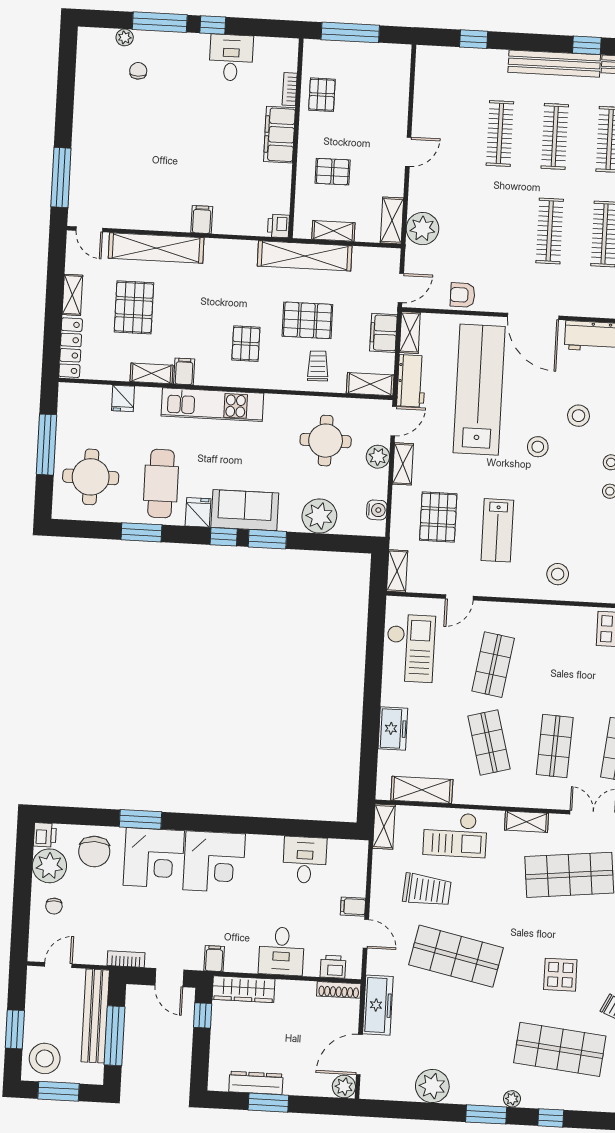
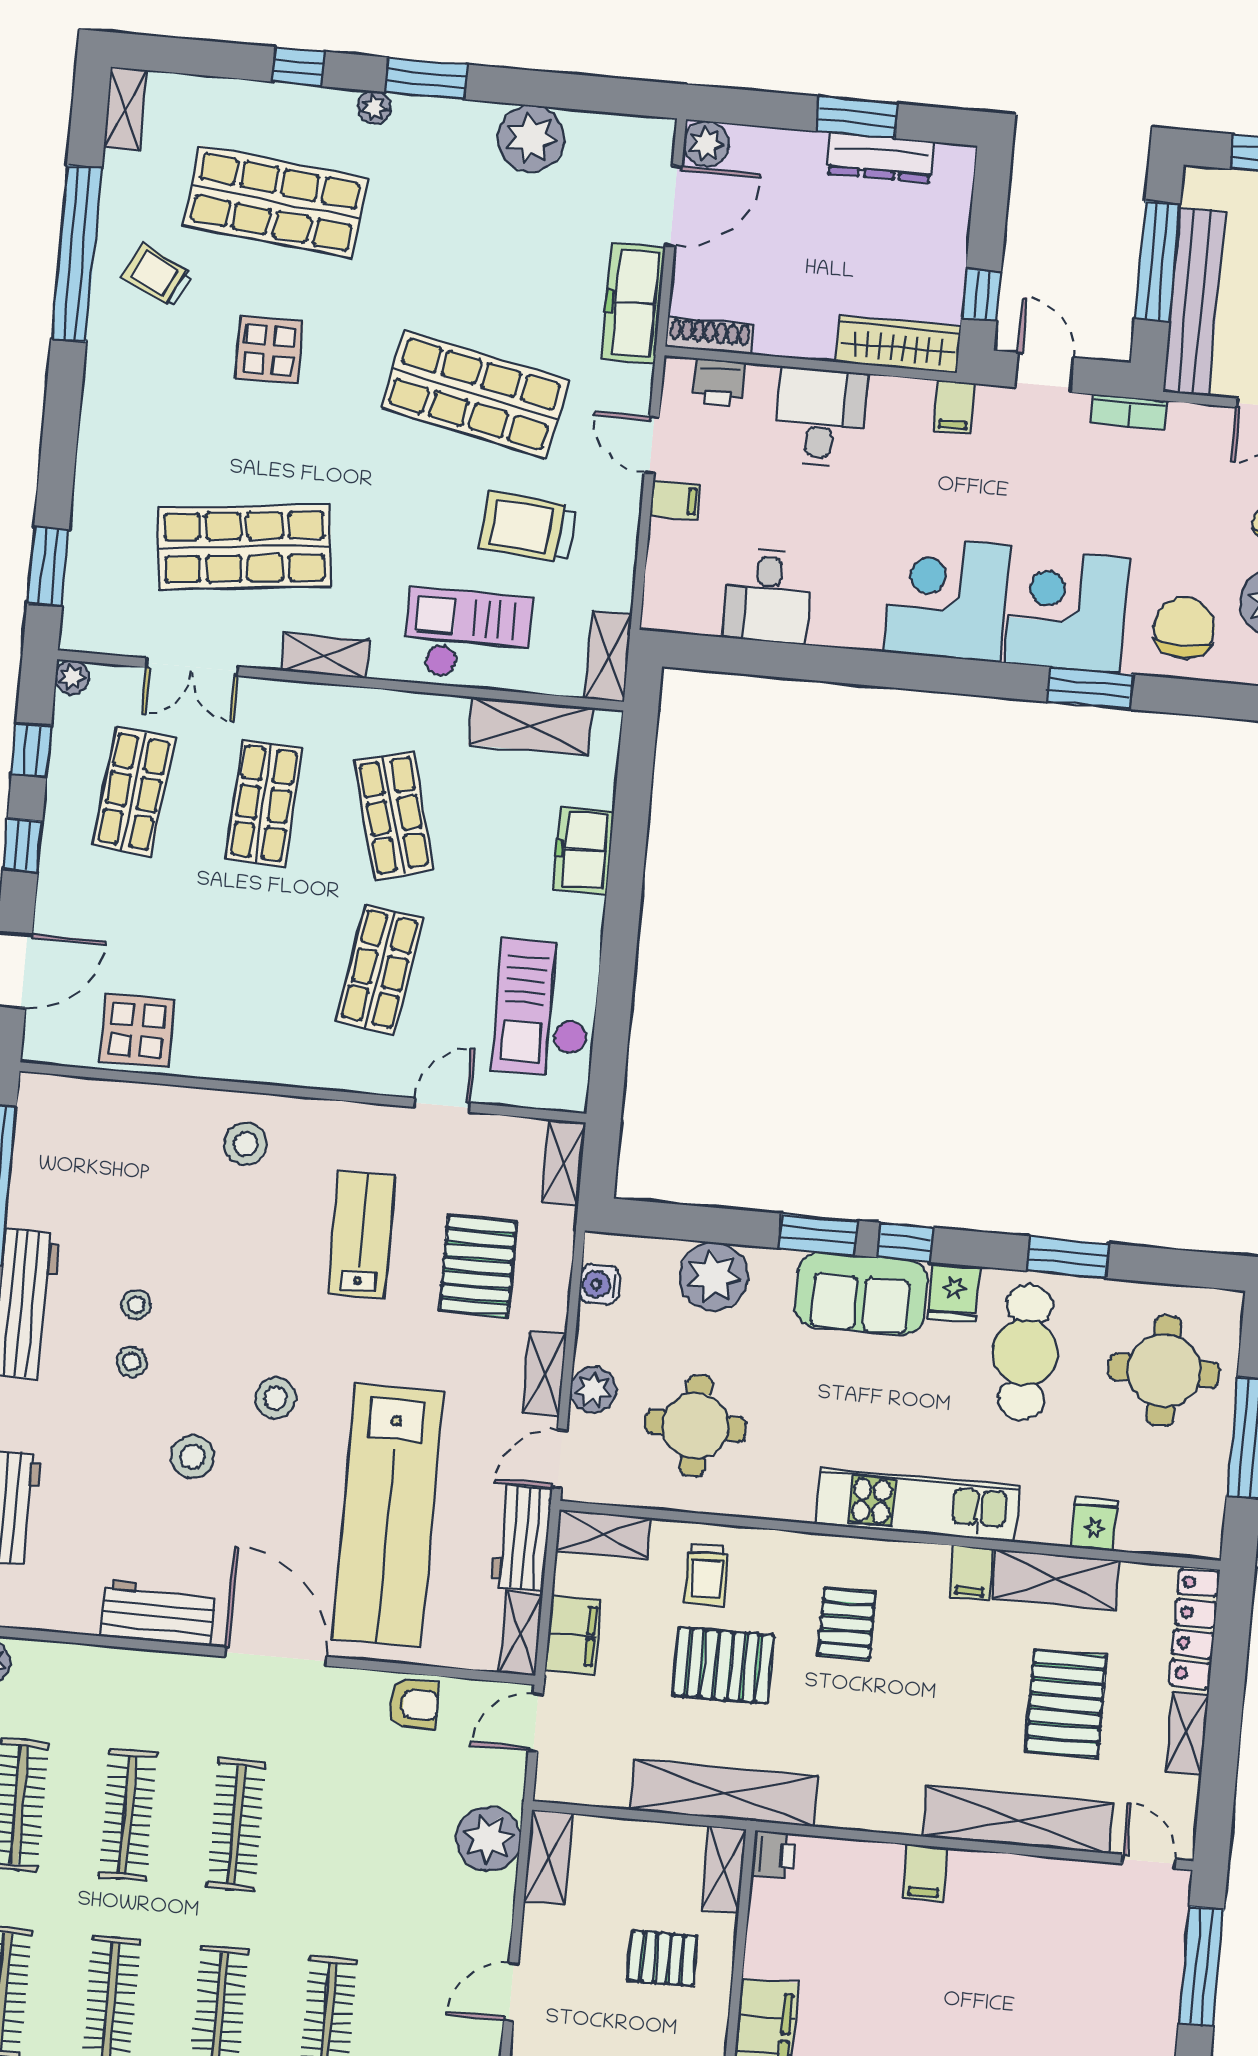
shelving: (333, 231) -> (724, 1869), moved, turned 90
shelving: (152, 373) -> (1056, 1580), width x1.50, depth x1.33

